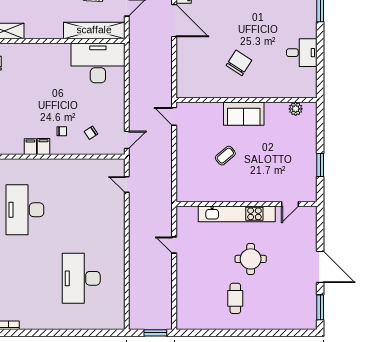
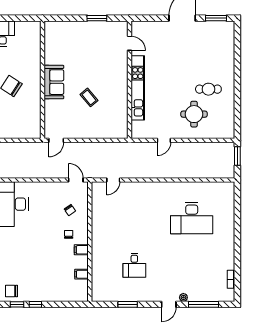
plant: (296, 109) -> (50, 39), removed
filing cabinet: (30, 147) -> (81, 274), moved
desk: (25, 210) -> (134, 265), width x0.53, depth x0.77
round table: (251, 259) -> (194, 114), moved

